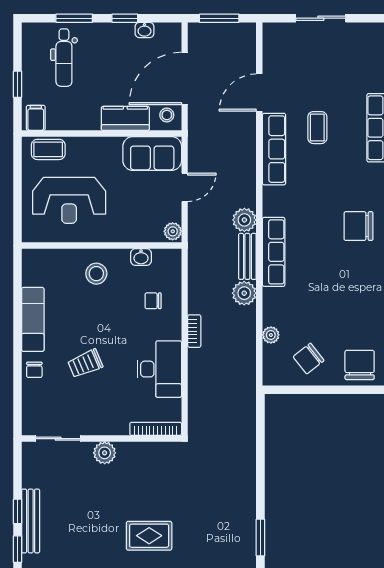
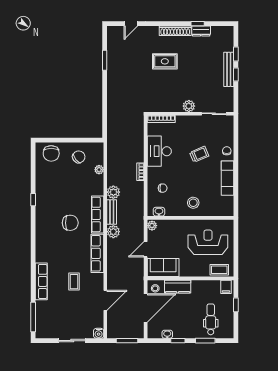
water cooler: (272, 32) -> (99, 333), added
row of seats: (274, 149) -> (97, 253), moved
chair: (358, 226) -> (70, 223), moved
washbasin: (141, 257) -> (159, 212), moved

